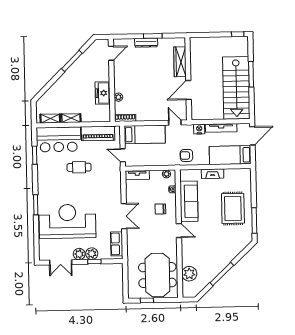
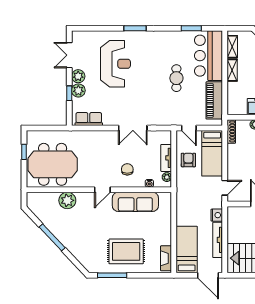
door: (123, 155) -> (189, 128), swing flipped
armchair: (186, 155) -> (188, 160), moved
fireplace: (213, 174) -> (166, 258), moved
tv unit: (137, 175) -> (166, 158), moved
double door: (124, 216) -> (133, 128), moved
reception desk: (67, 221) -> (115, 64), width x0.74, depth x0.77
plant: (189, 274) -> (67, 200), moved

